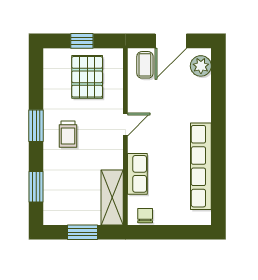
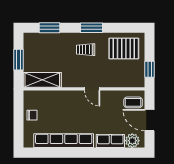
window: (82, 41) -> (149, 69), moved
pallet: (87, 77) -> (124, 48), moved
row of seats: (137, 174) -> (110, 141), moved, turned 180
chair: (145, 216) -> (32, 115), moved

